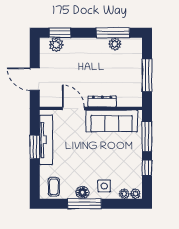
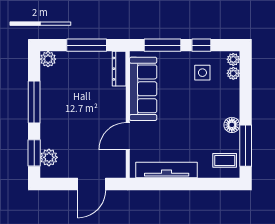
window: (113, 33) -> (34, 102), moved
plant: (115, 44) -> (48, 59), moved
dresser: (102, 101) -> (119, 69), moved
window: (35, 147) -> (175, 184), removed
side table: (104, 186) -> (202, 73), moved
window: (84, 204) -> (246, 146), moved

